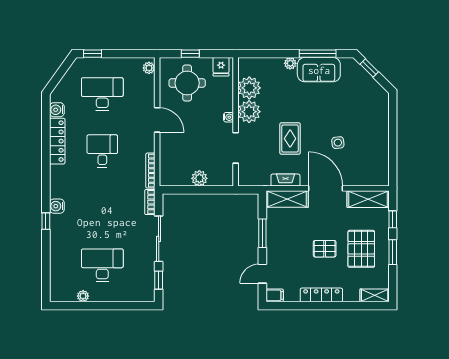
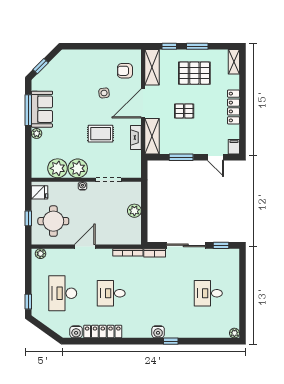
armchair: (364, 167) -> (125, 71), added
pallet: (325, 249) -> (184, 111), moved, turned 90
desk: (102, 265) -> (208, 293), width x0.73
plant: (83, 296) -> (234, 333), moved

